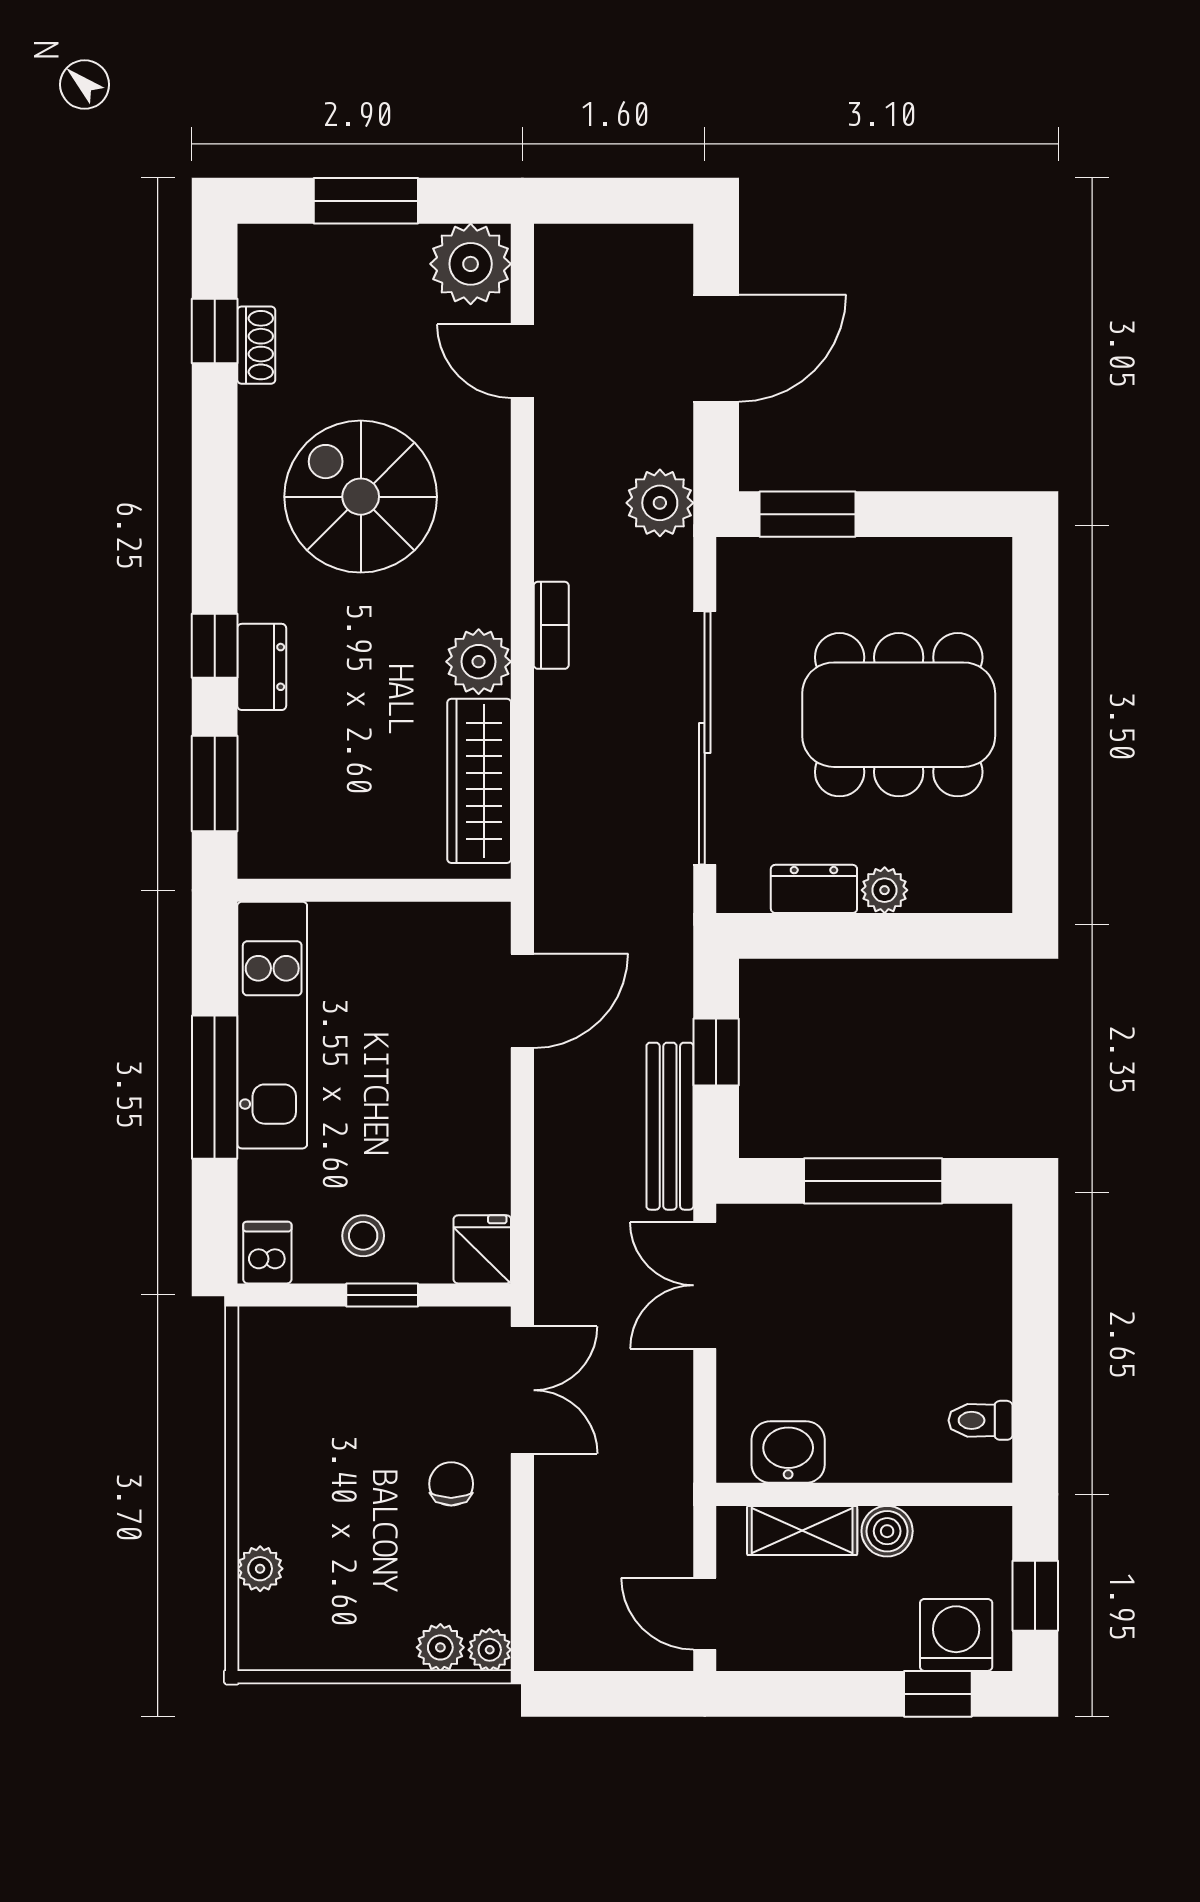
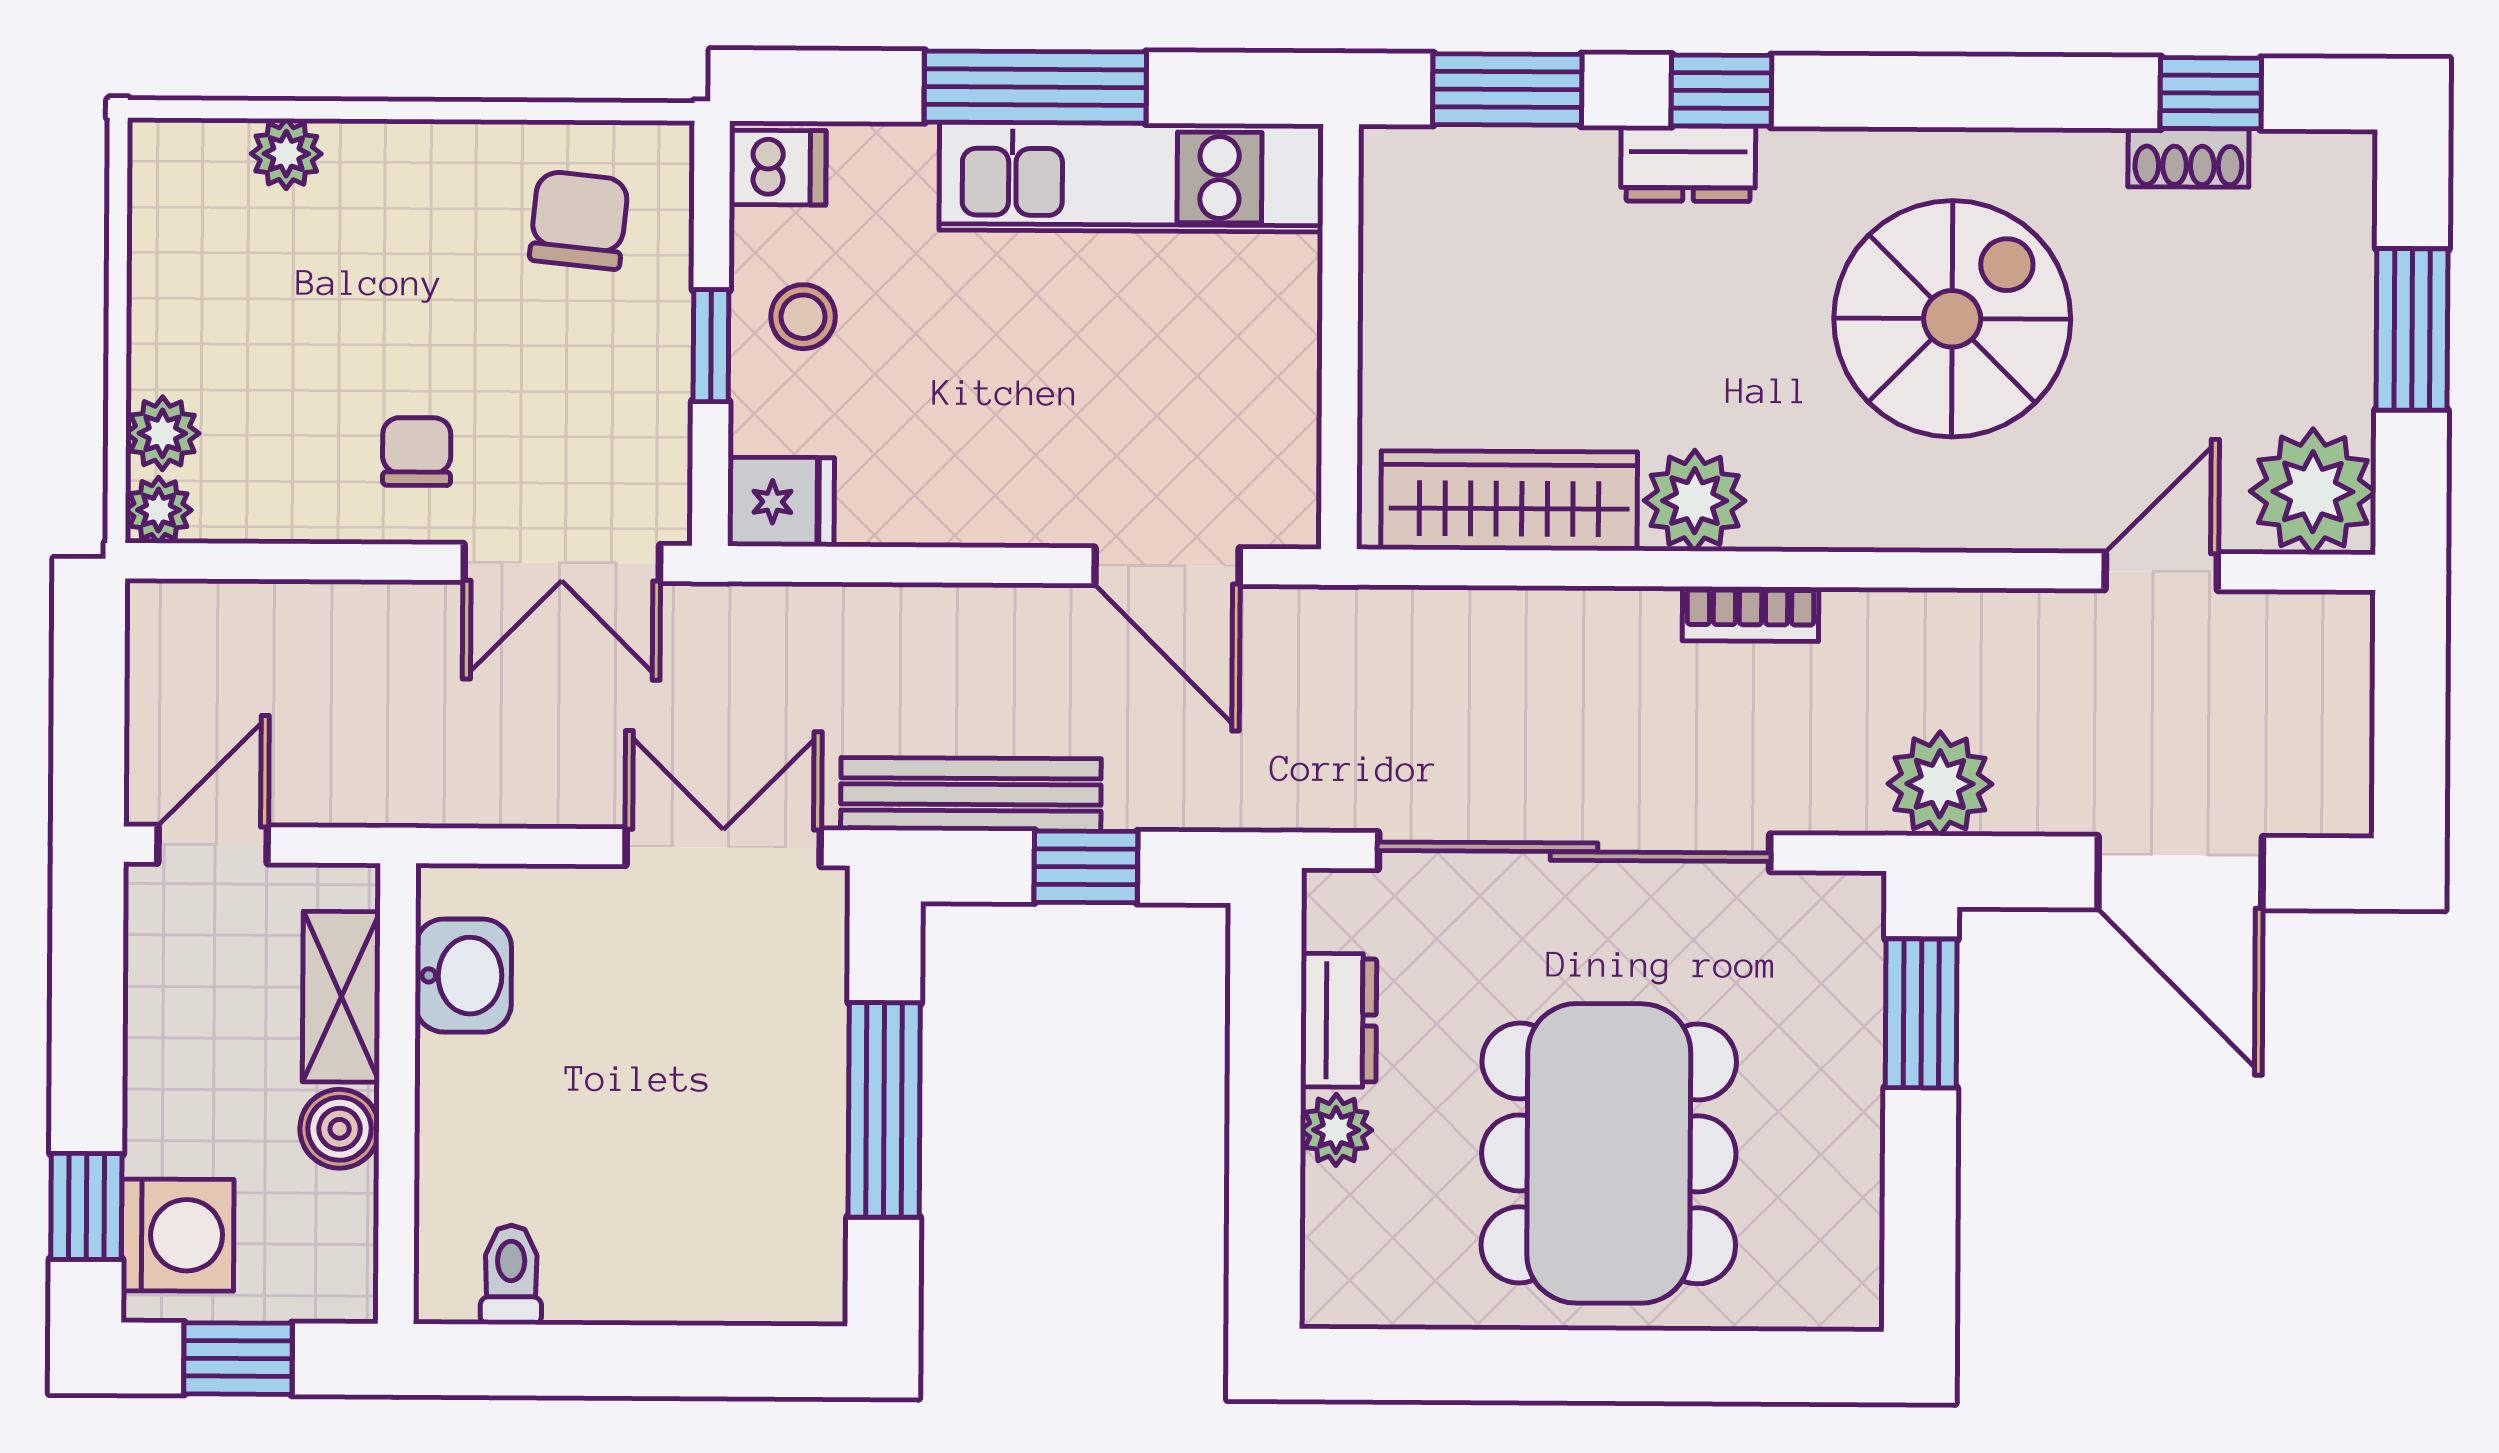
chair: (302, 1380) -> (579, 220), added
chair: (451, 1484) -> (417, 452), turned -90

